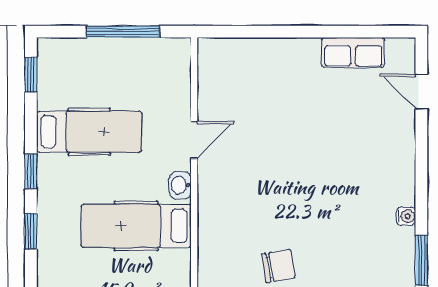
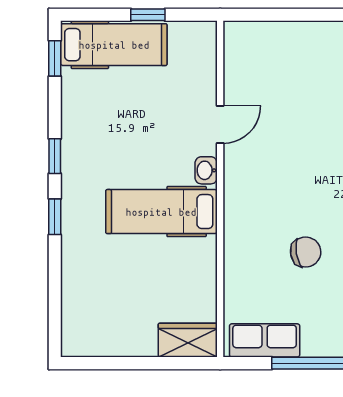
window: (123, 32) -> (148, 15), width x0.46
hospital bed: (89, 132) -> (114, 45), moved

